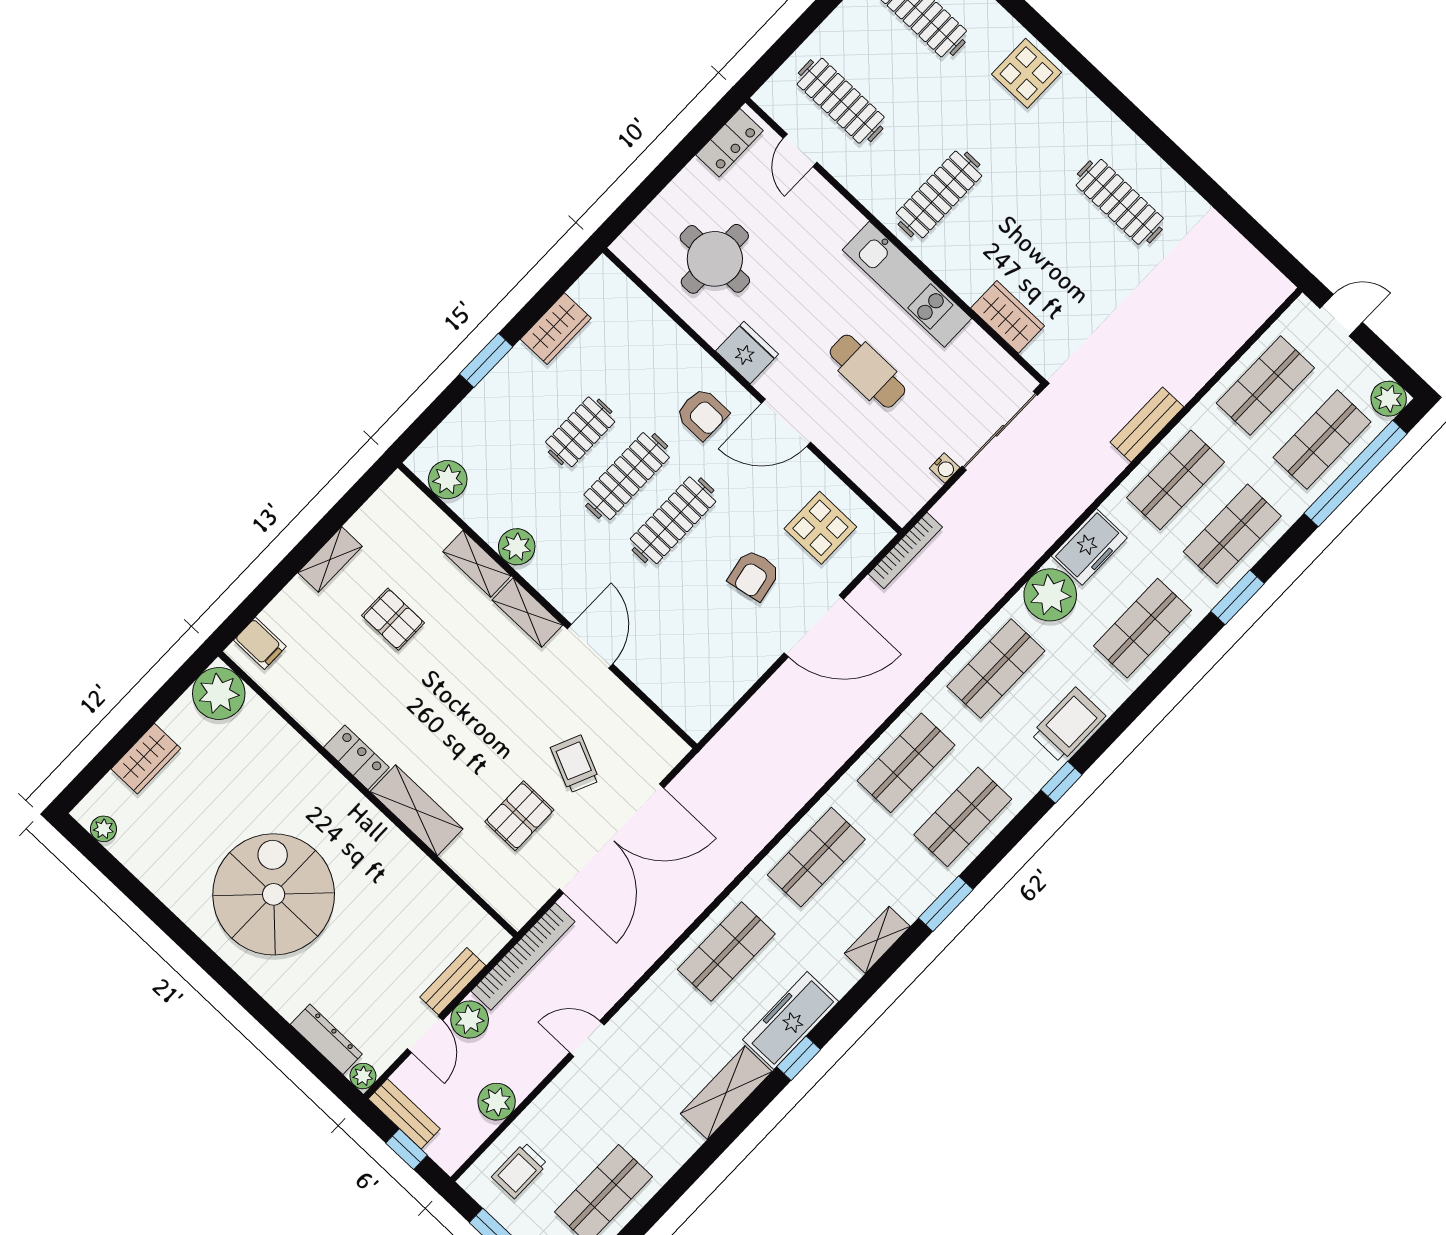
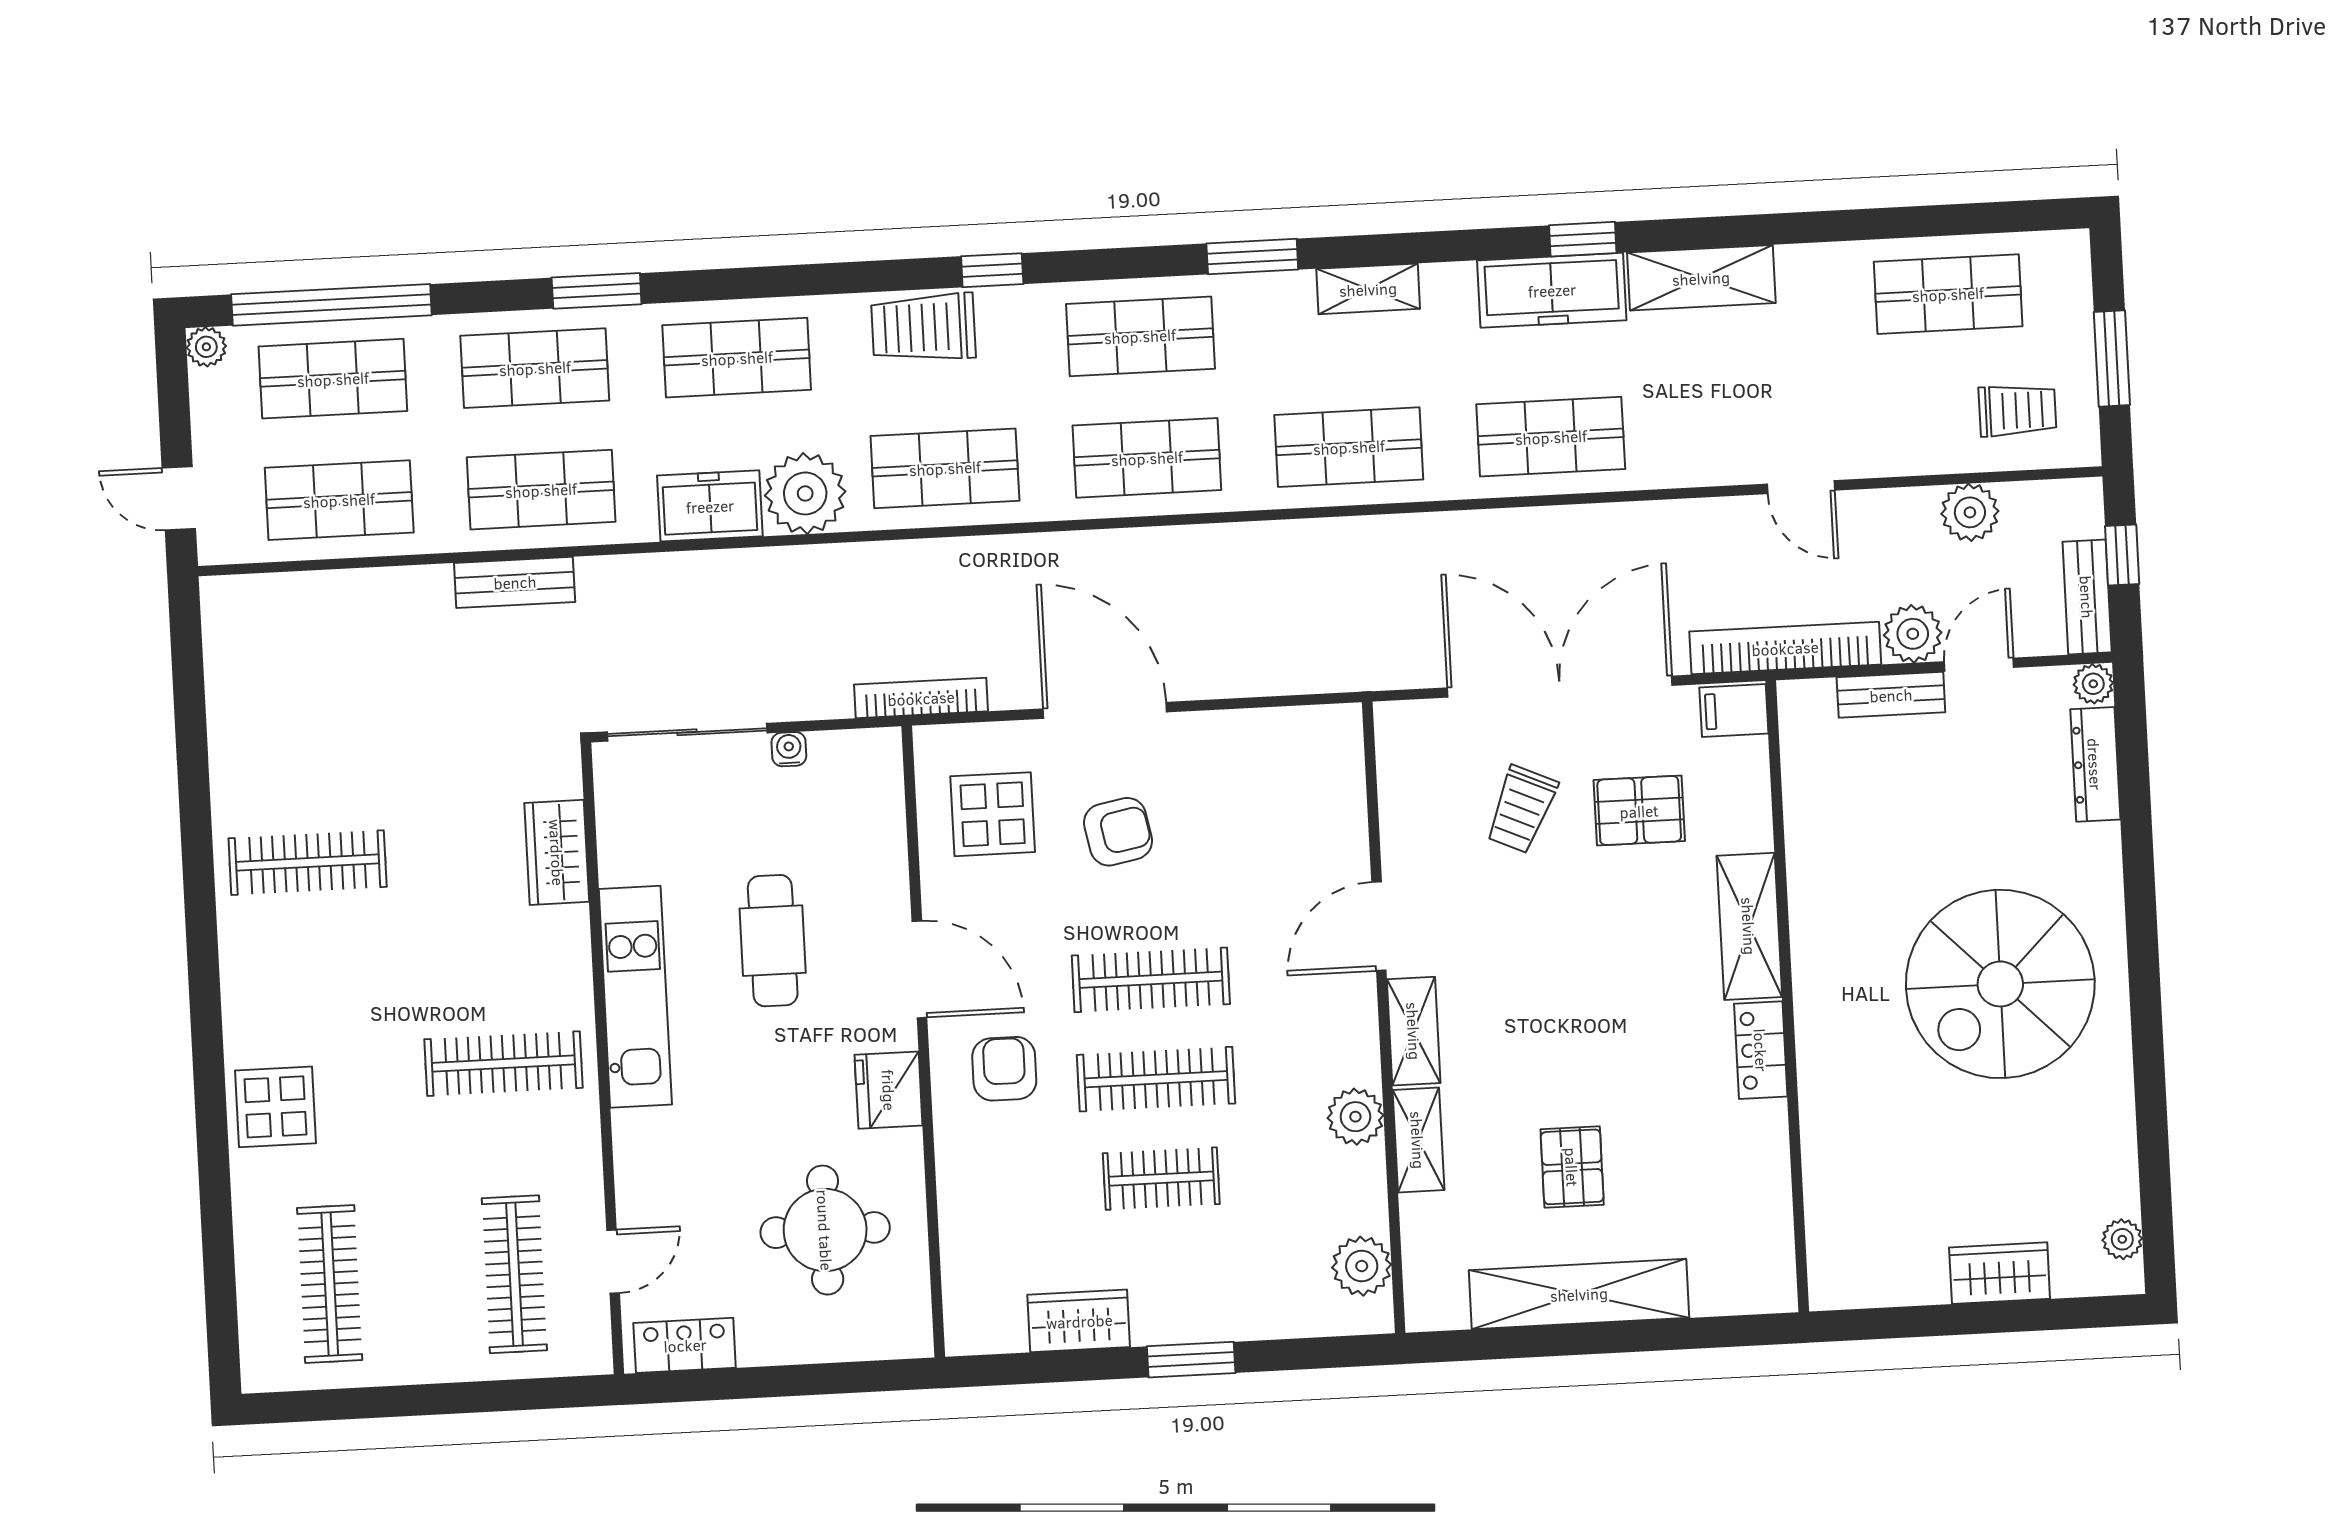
clothes rail: (1120, 202) -> (308, 863), turned 90
plant: (1389, 399) -> (206, 347), width x0.73, depth x0.73
shelving: (330, 559) -> (1579, 1294), width x2.20, depth x1.33
filing cabinet: (260, 643) -> (1734, 710), moved, turned -90
plant: (219, 693) -> (1848, 1269), removed

